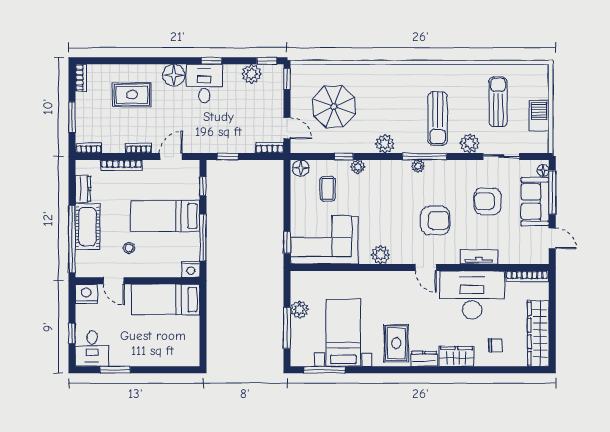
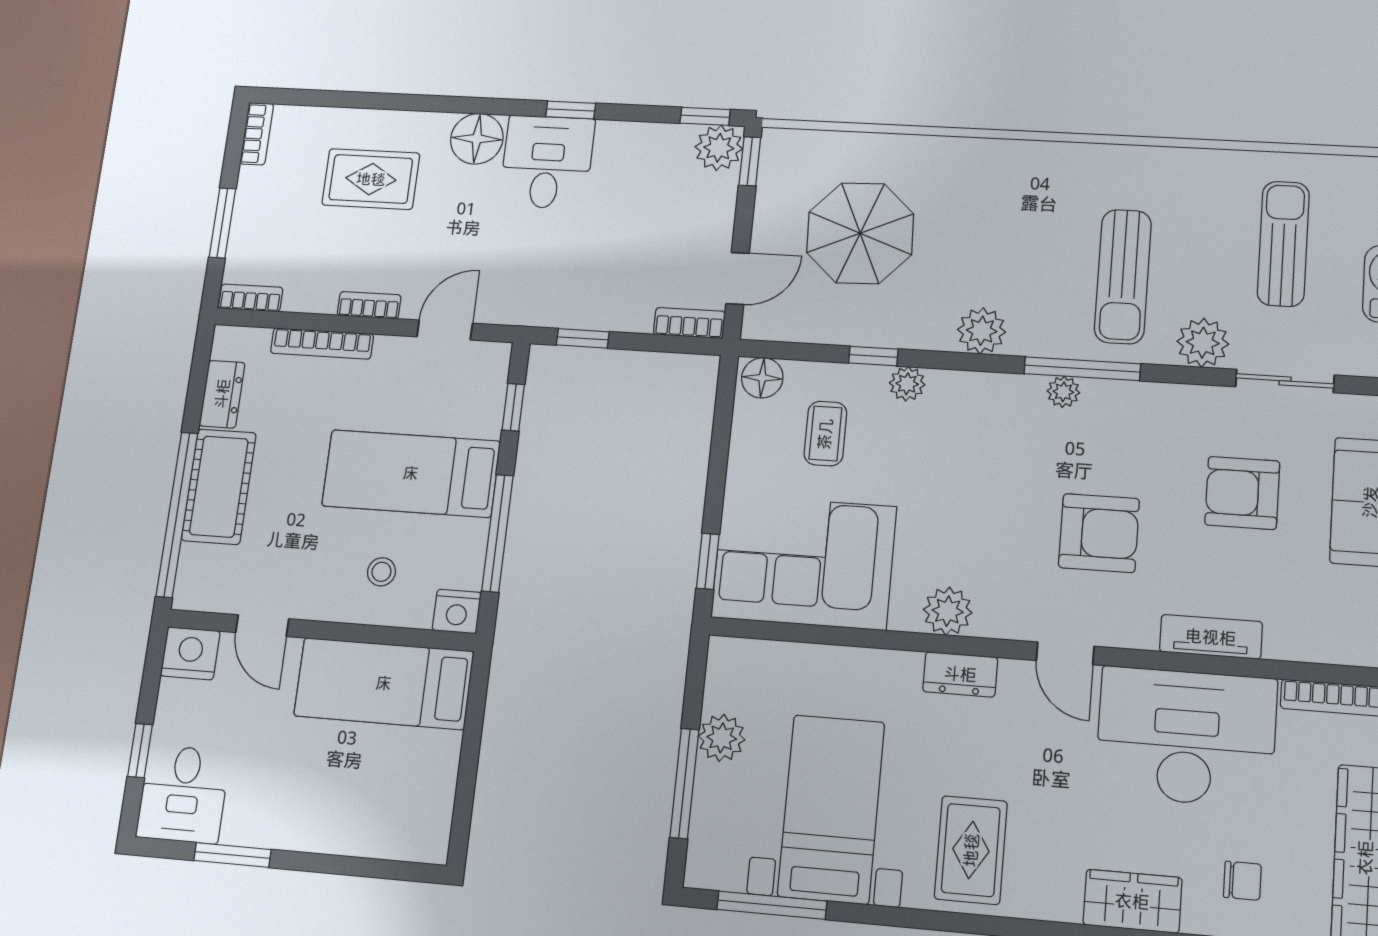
plant: (251, 74) -> (719, 148), moved
door: (287, 128) -> (737, 278), hinge flipped
stool: (129, 248) -> (381, 572), moved
dresser: (424, 359) -> (960, 674), moved, turned 180

